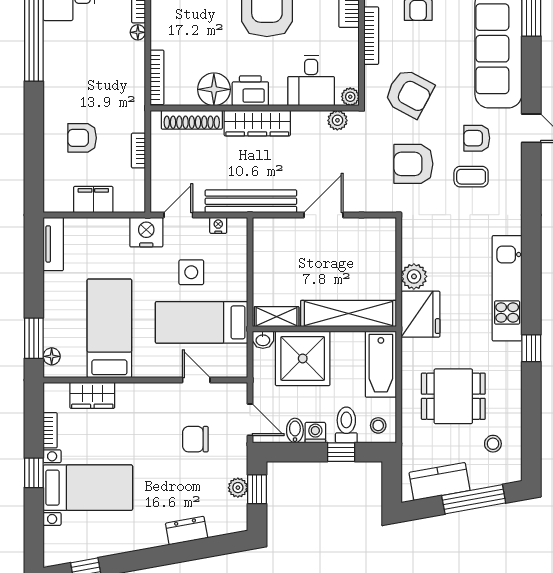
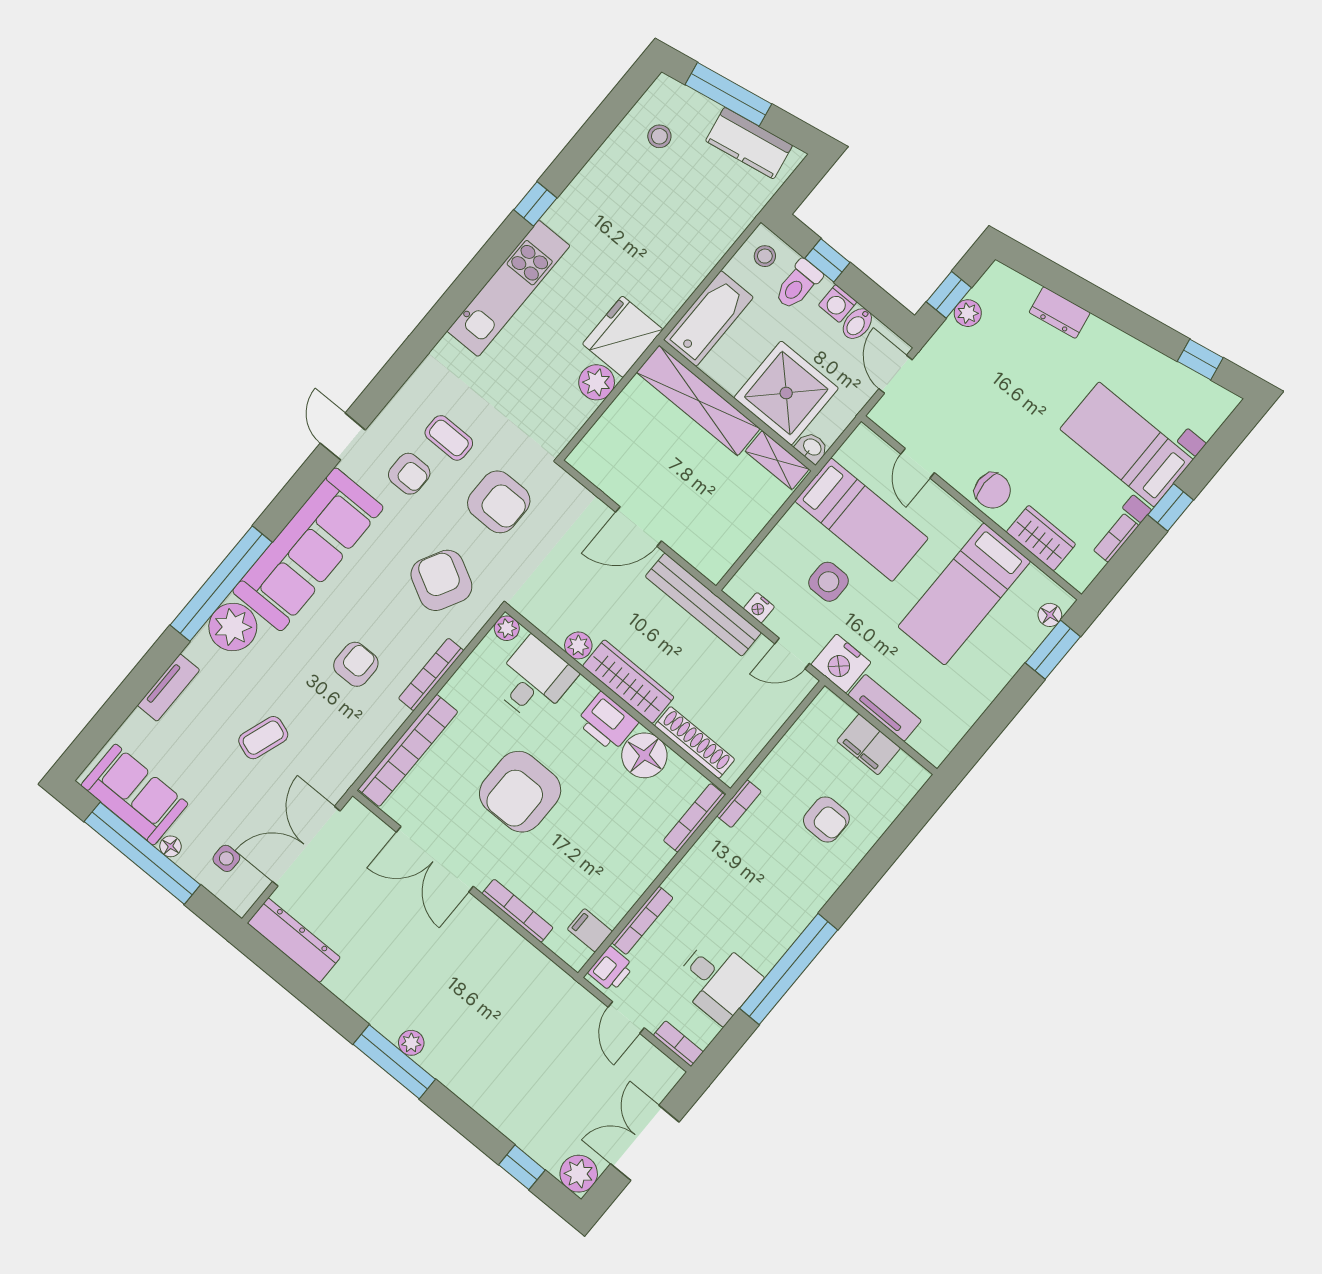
floor lamp: (138, 32) -> (675, 882), removed
plant: (337, 120) -> (578, 645), moved
bookcase: (138, 151) -> (739, 804), moved
tv unit: (53, 244) -> (885, 708), moved, turned 90
dining table: (453, 396) -> (660, 221), removed
chair: (195, 439) -> (993, 491), moved

